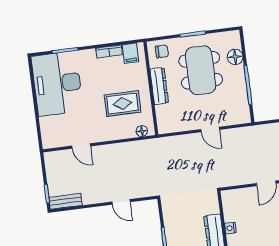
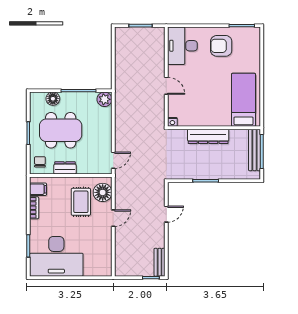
dresser: (159, 86) -> (65, 168), width x0.70
plant: (242, 115) -> (104, 99), added
door: (210, 129) -> (113, 160), moved
floor lamp: (142, 131) -> (103, 192), width x1.89, depth x1.89
door: (81, 146) -> (113, 218), moved
nightstand: (230, 228) -> (172, 122), moved

